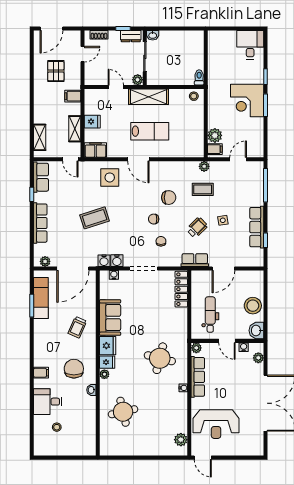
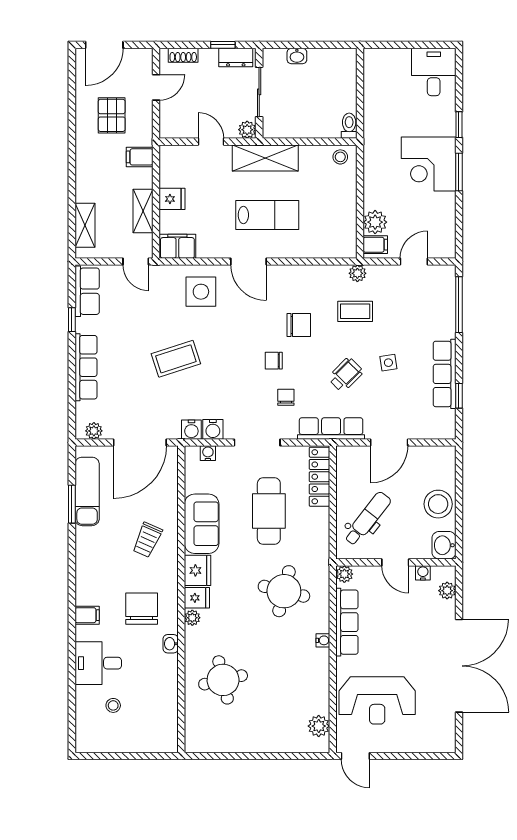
washbasin: (153, 35) -> (297, 56), moved
row of seats: (195, 260) -> (331, 429), width x1.48
cafe table: (151, 310) -> (269, 511), added
dental chair: (210, 314) -> (368, 519), turned 38

